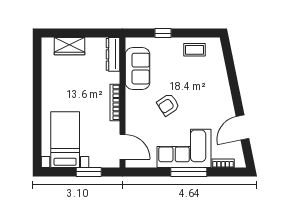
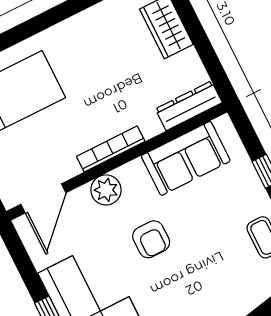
armchair: (168, 105) -> (151, 239), turned -147
plant: (133, 115) -> (106, 190), added

